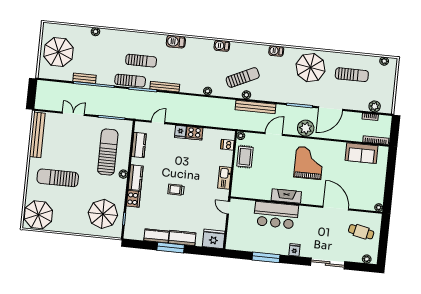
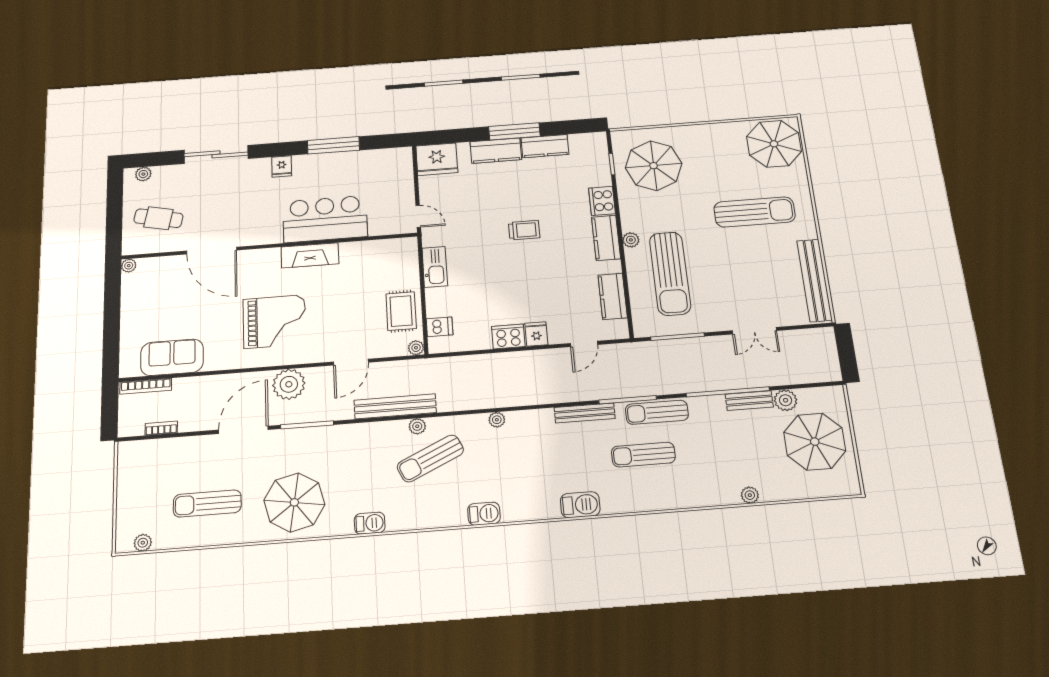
plant: (375, 106) -> (786, 400), moved
grand piano: (309, 163) -> (274, 322), turned -90

